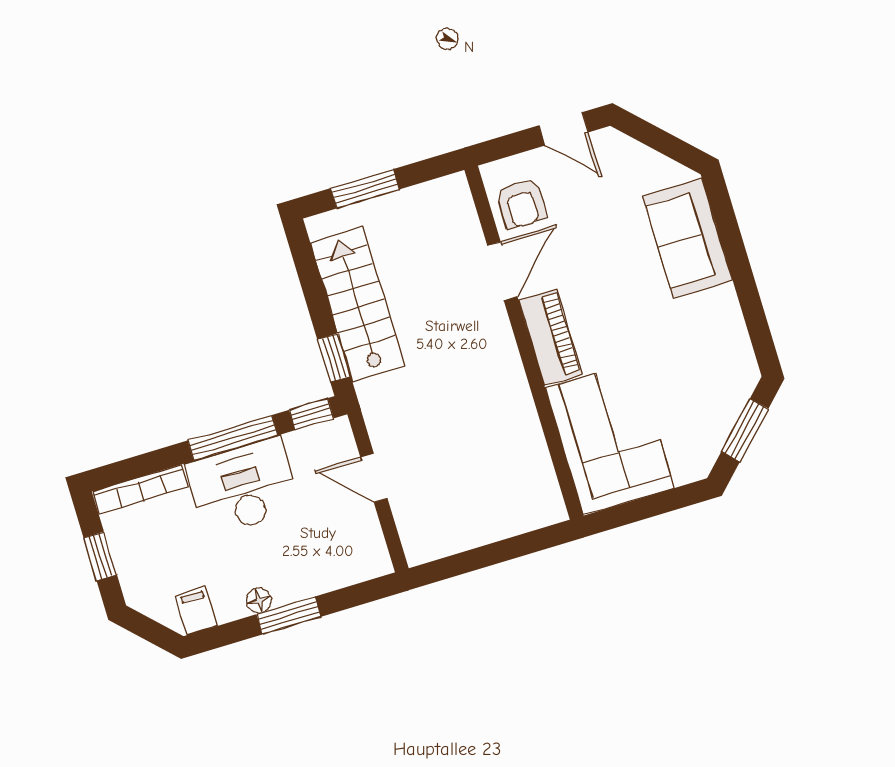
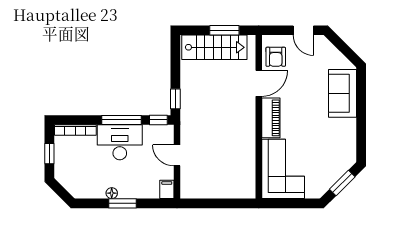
window: (365, 189) -> (224, 30), moved
stairs: (357, 304) -> (214, 47), moved, turned 90
filing cabinet: (196, 611) -> (167, 189), moved

